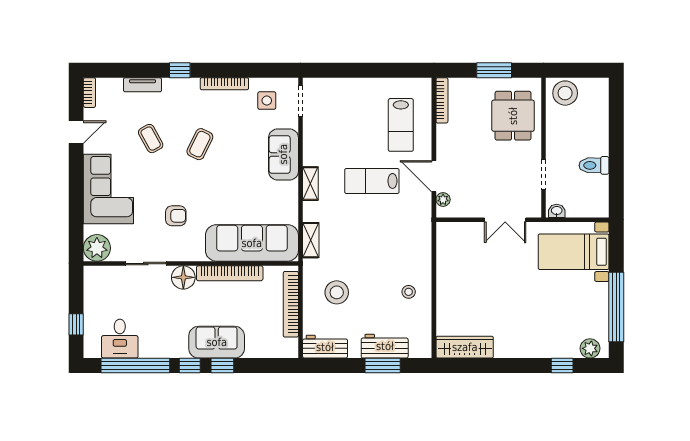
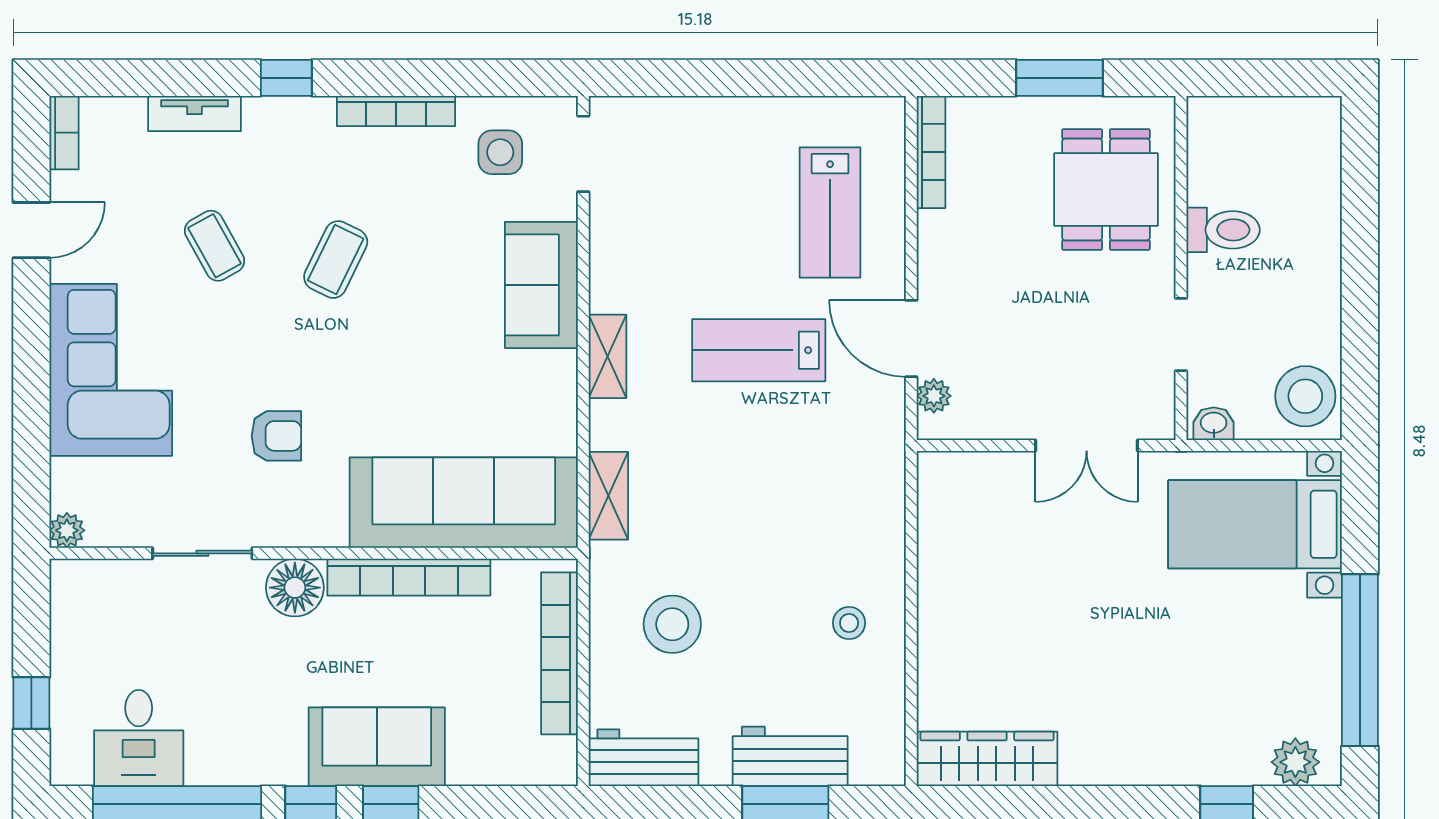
stool: (565, 93) -> (1305, 396), moved
toilet: (594, 165) -> (1223, 230), moved, turned 180
plant: (97, 248) -> (67, 530), width x0.53, depth x0.53

